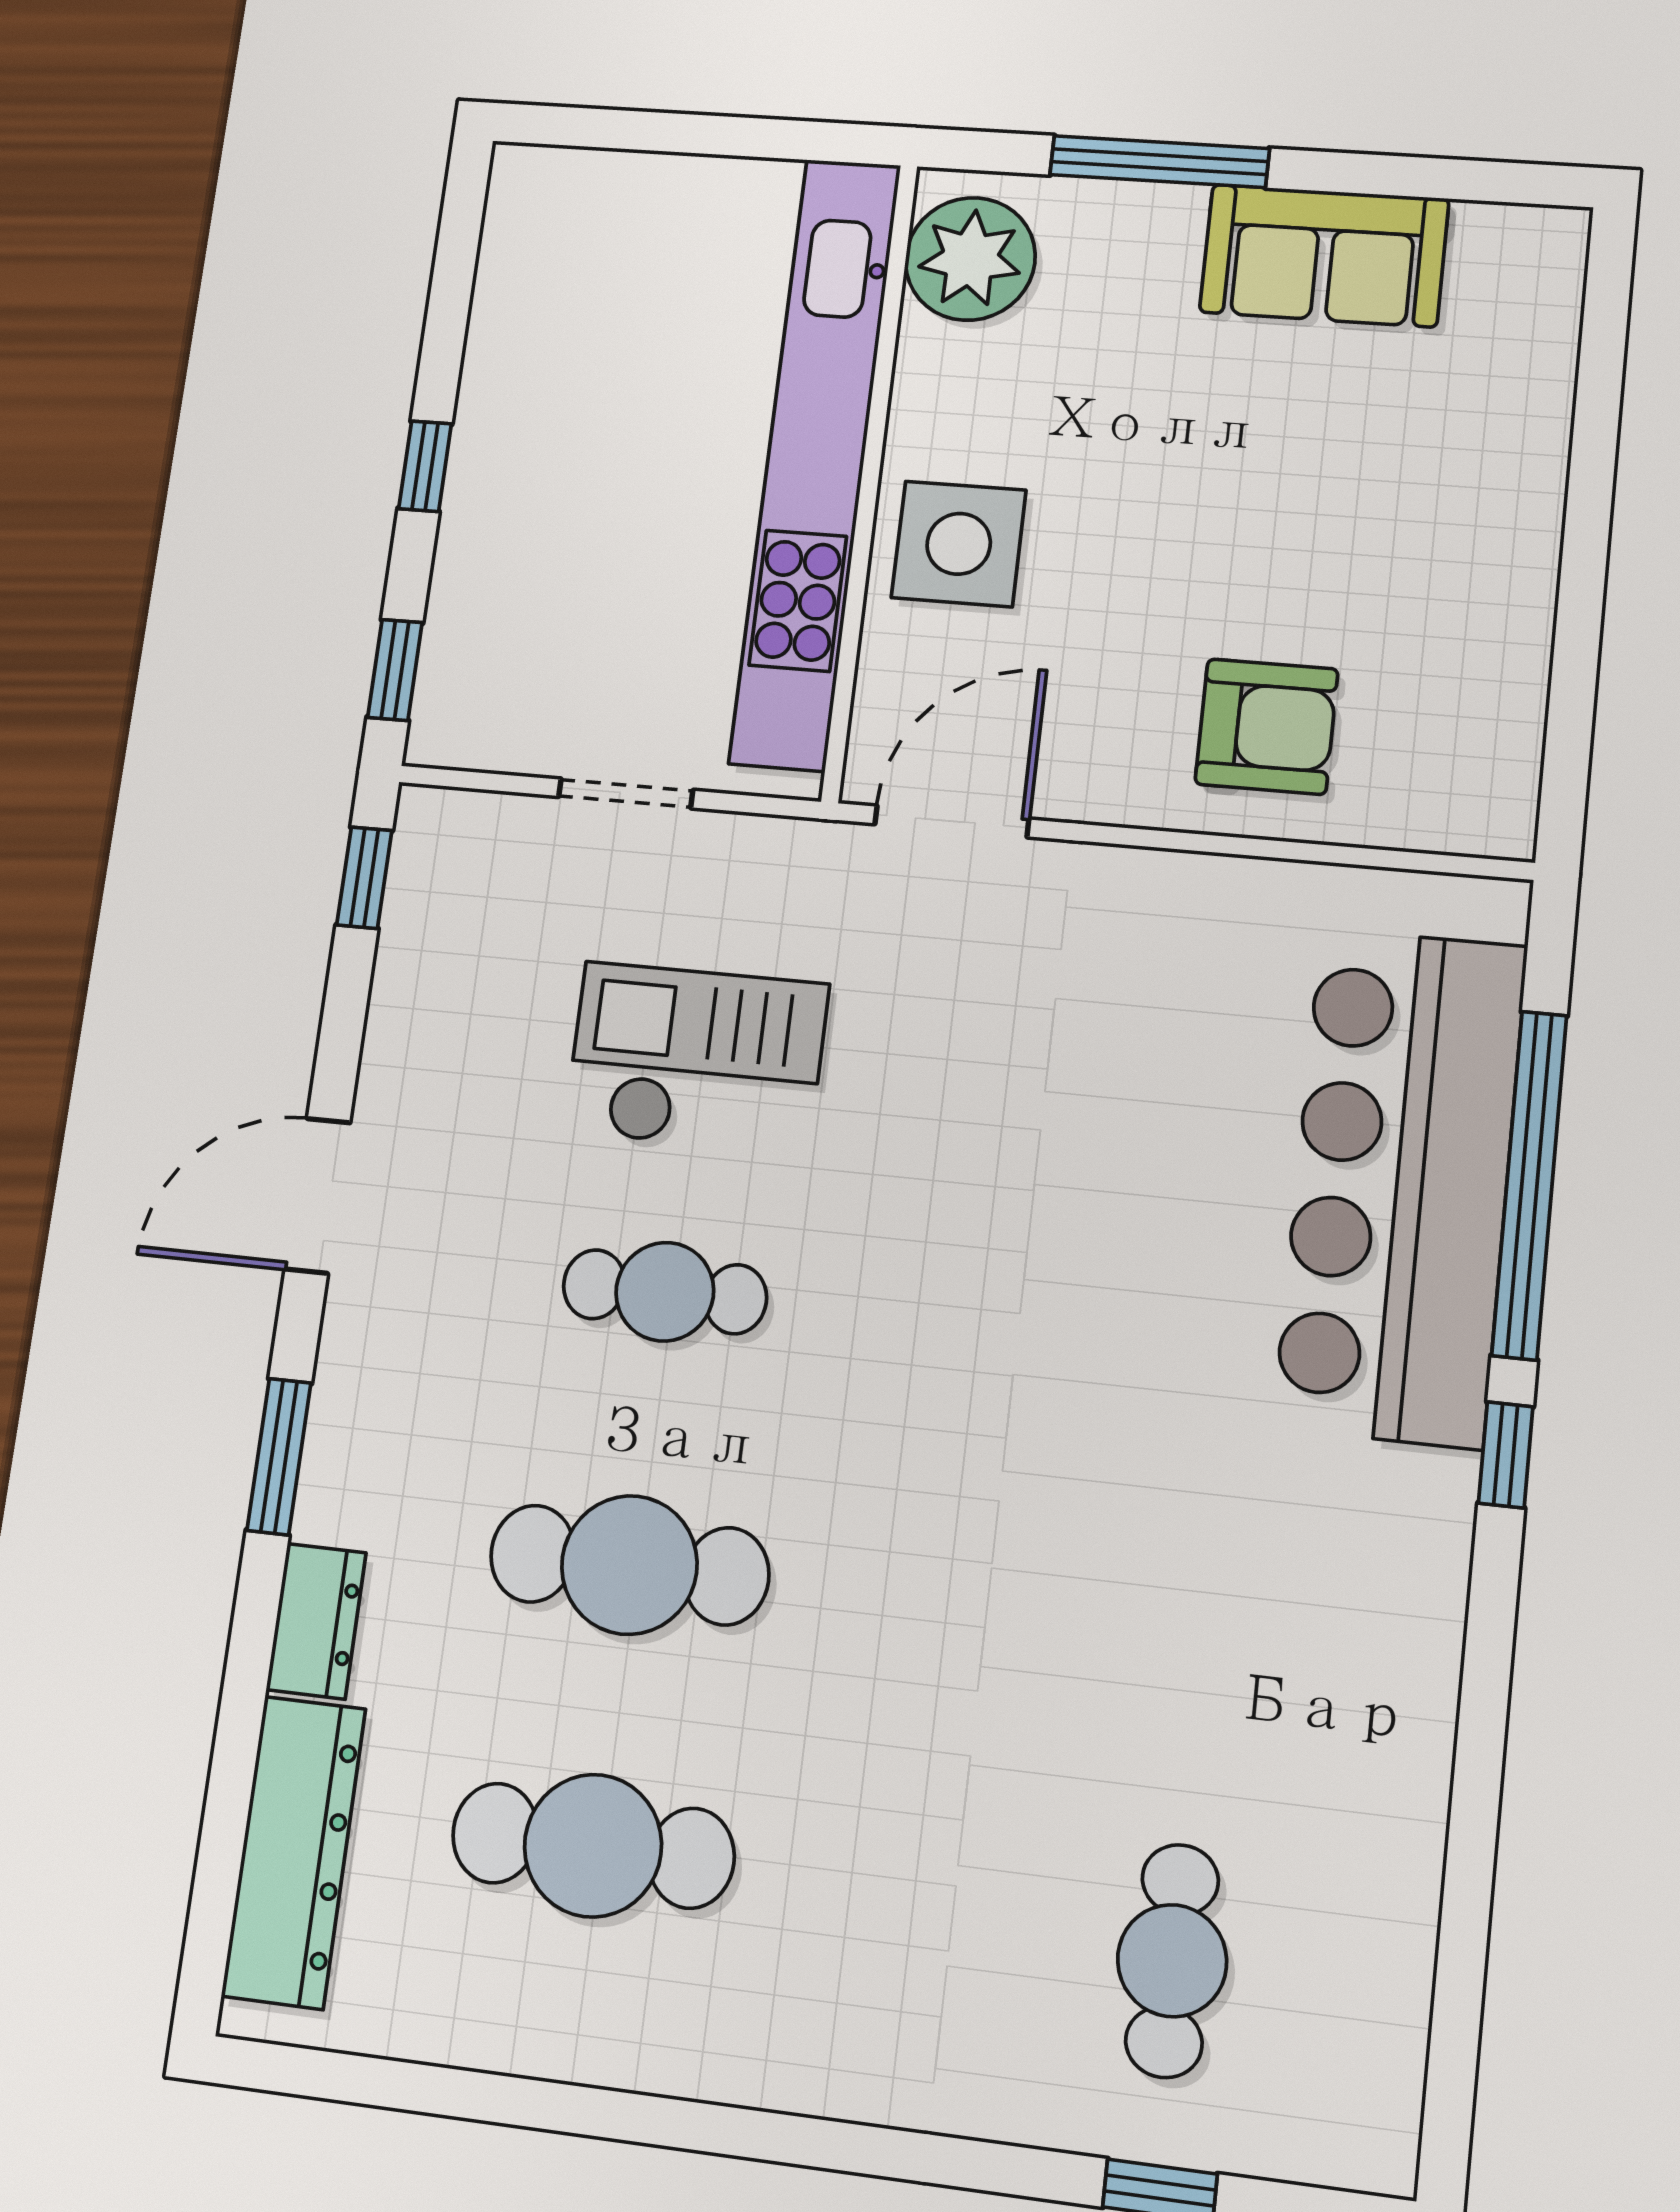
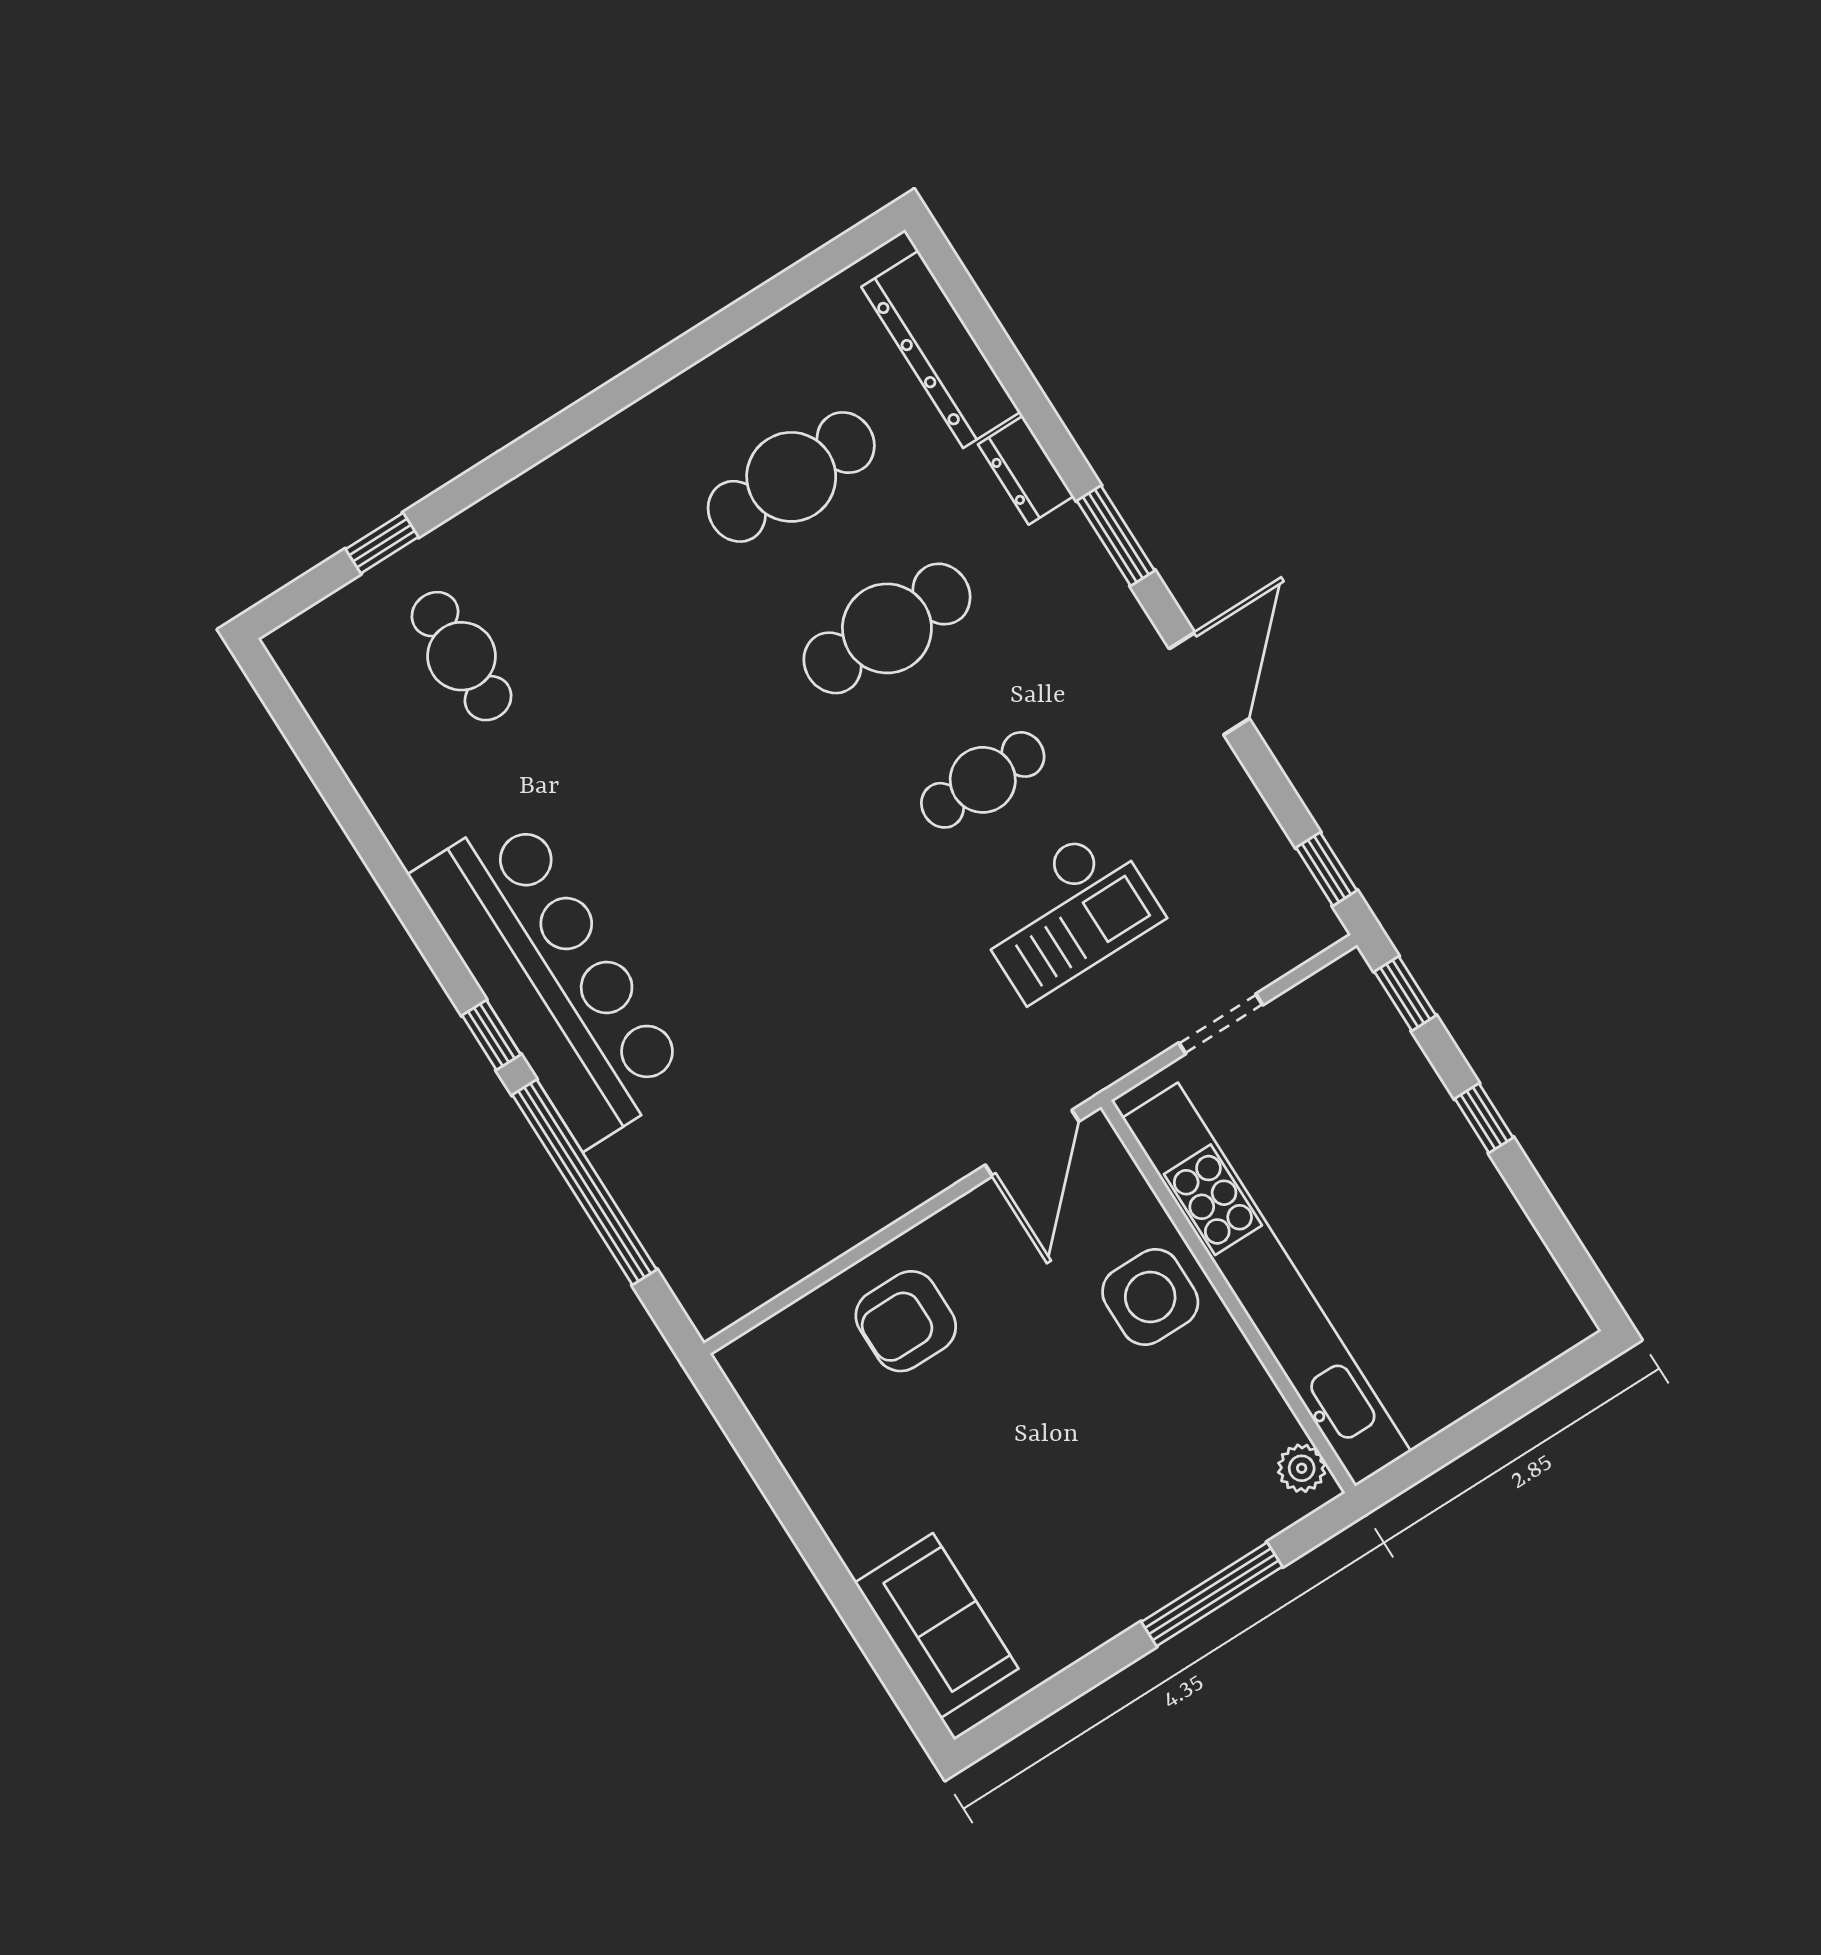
sofa: (1324, 255) -> (937, 1626), moved, turned 90
plant: (970, 259) -> (1302, 1468), width x0.53, depth x0.53
bar counter: (1401, 1185) -> (551, 978), moved

